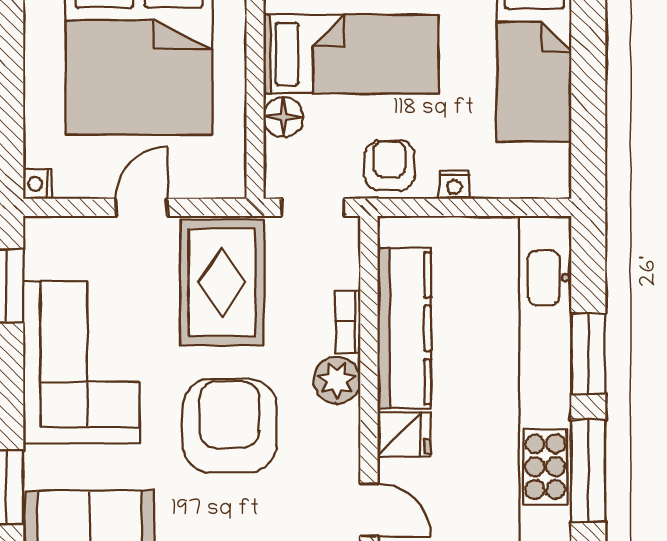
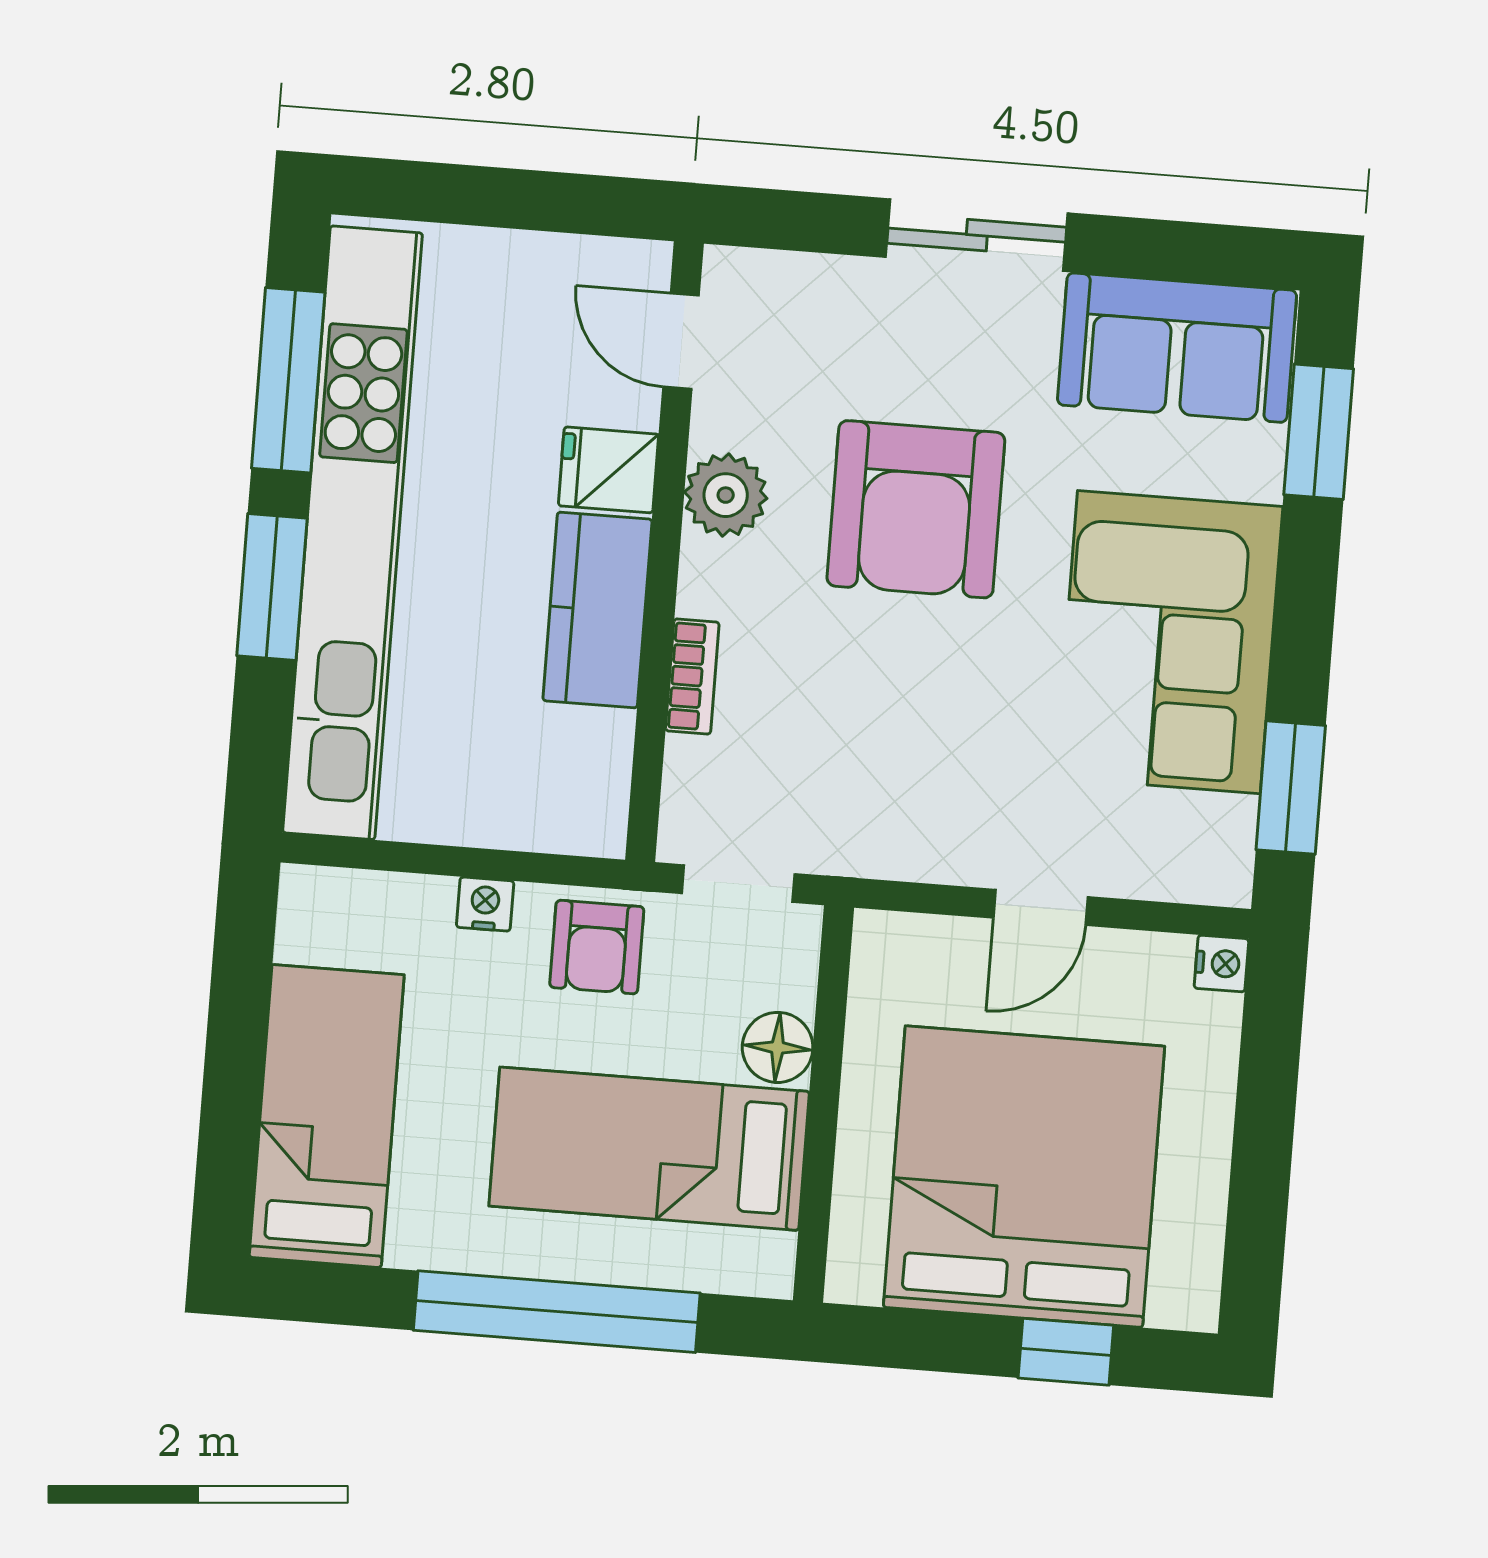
rug: (222, 282) -> (909, 764), removed
kitchen counter: (404, 328) -> (597, 610), width x0.67
plant: (337, 380) -> (726, 495), moved

